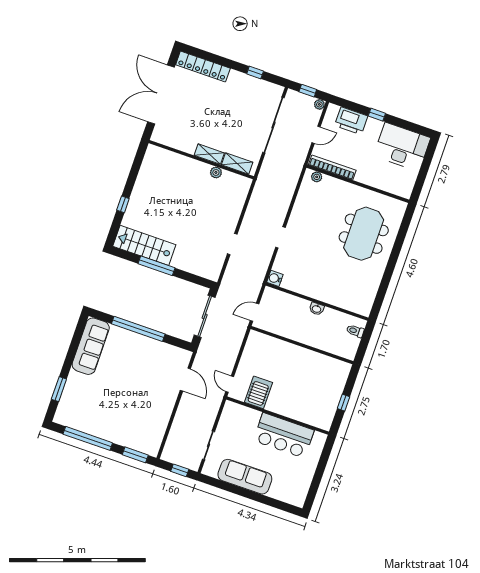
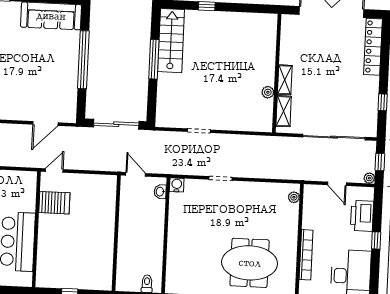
bookcase: (332, 168) -> (306, 255), moved
washbasin: (317, 309) -> (160, 192), moved

